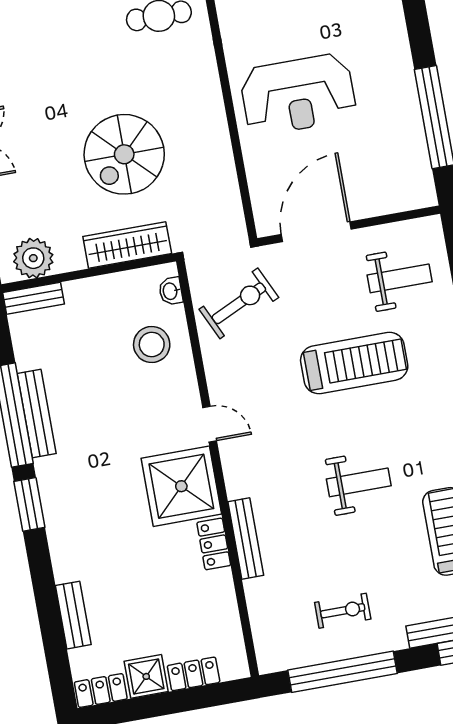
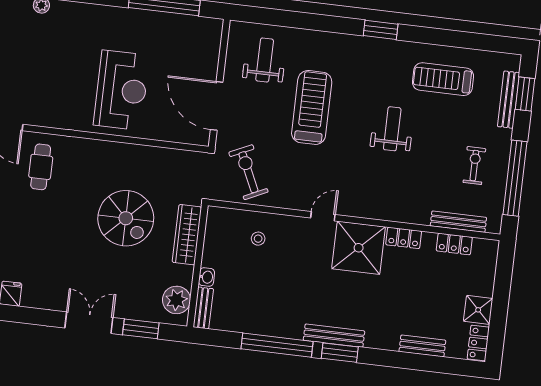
washbasin: (171, 291) -> (207, 277), moved, turned -90
stool: (152, 345) -> (258, 239), width x0.53, depth x0.53
bench: (37, 413) -> (334, 336), moved
bench: (246, 538) -> (458, 222), moved
locker: (194, 674) -> (454, 244), moved, turned -90

